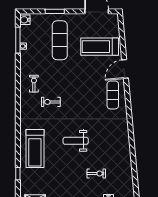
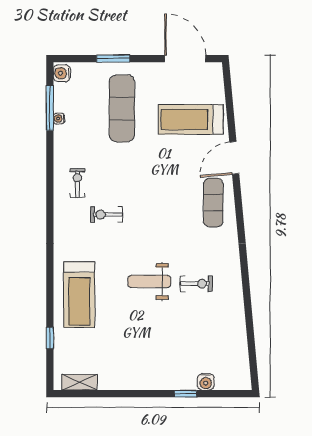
exercise bike: (96, 173) -> (196, 284), moved

